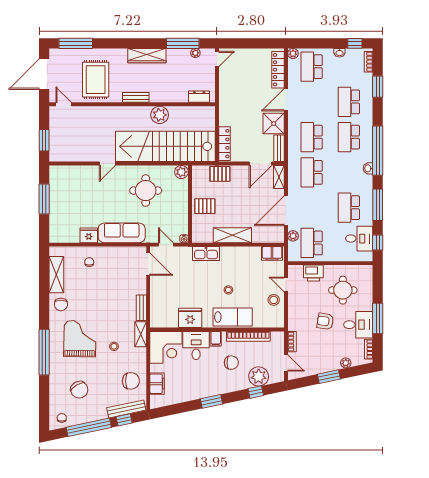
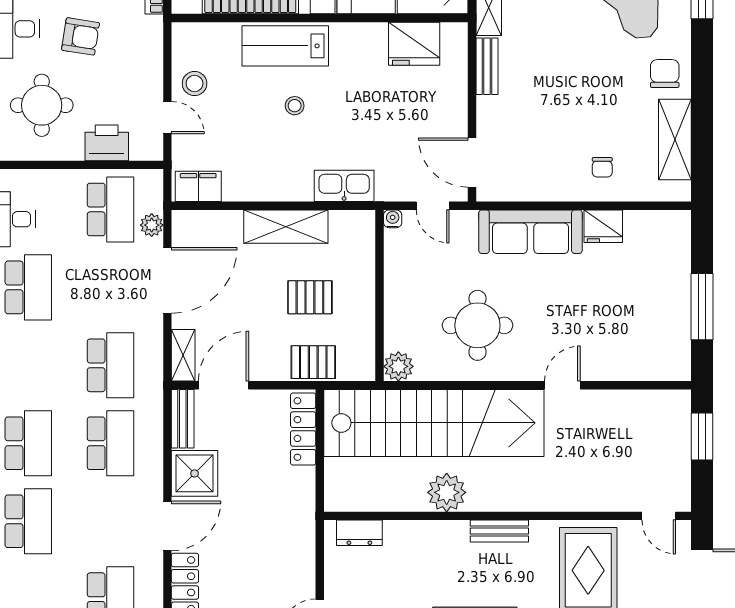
pallet: (205, 206) -> (310, 297), moved
fridge: (190, 318) -> (414, 44), moved

